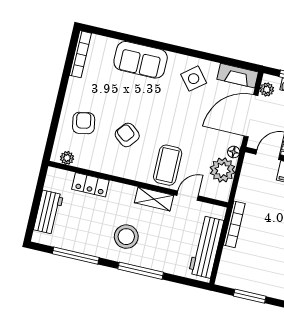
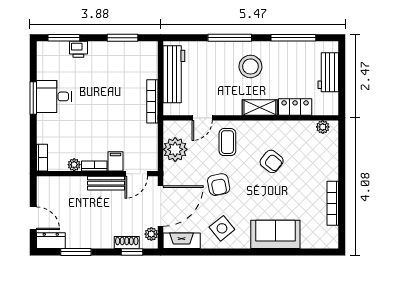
bookcase: (80, 54) -> (333, 203), moved
armchair: (84, 123) -> (219, 185), moved
floor lamp: (234, 152) -> (169, 169), removed
coffee table: (168, 165) -> (227, 142), width x0.73, depth x0.77
shelving: (154, 199) -> (260, 108), moved

